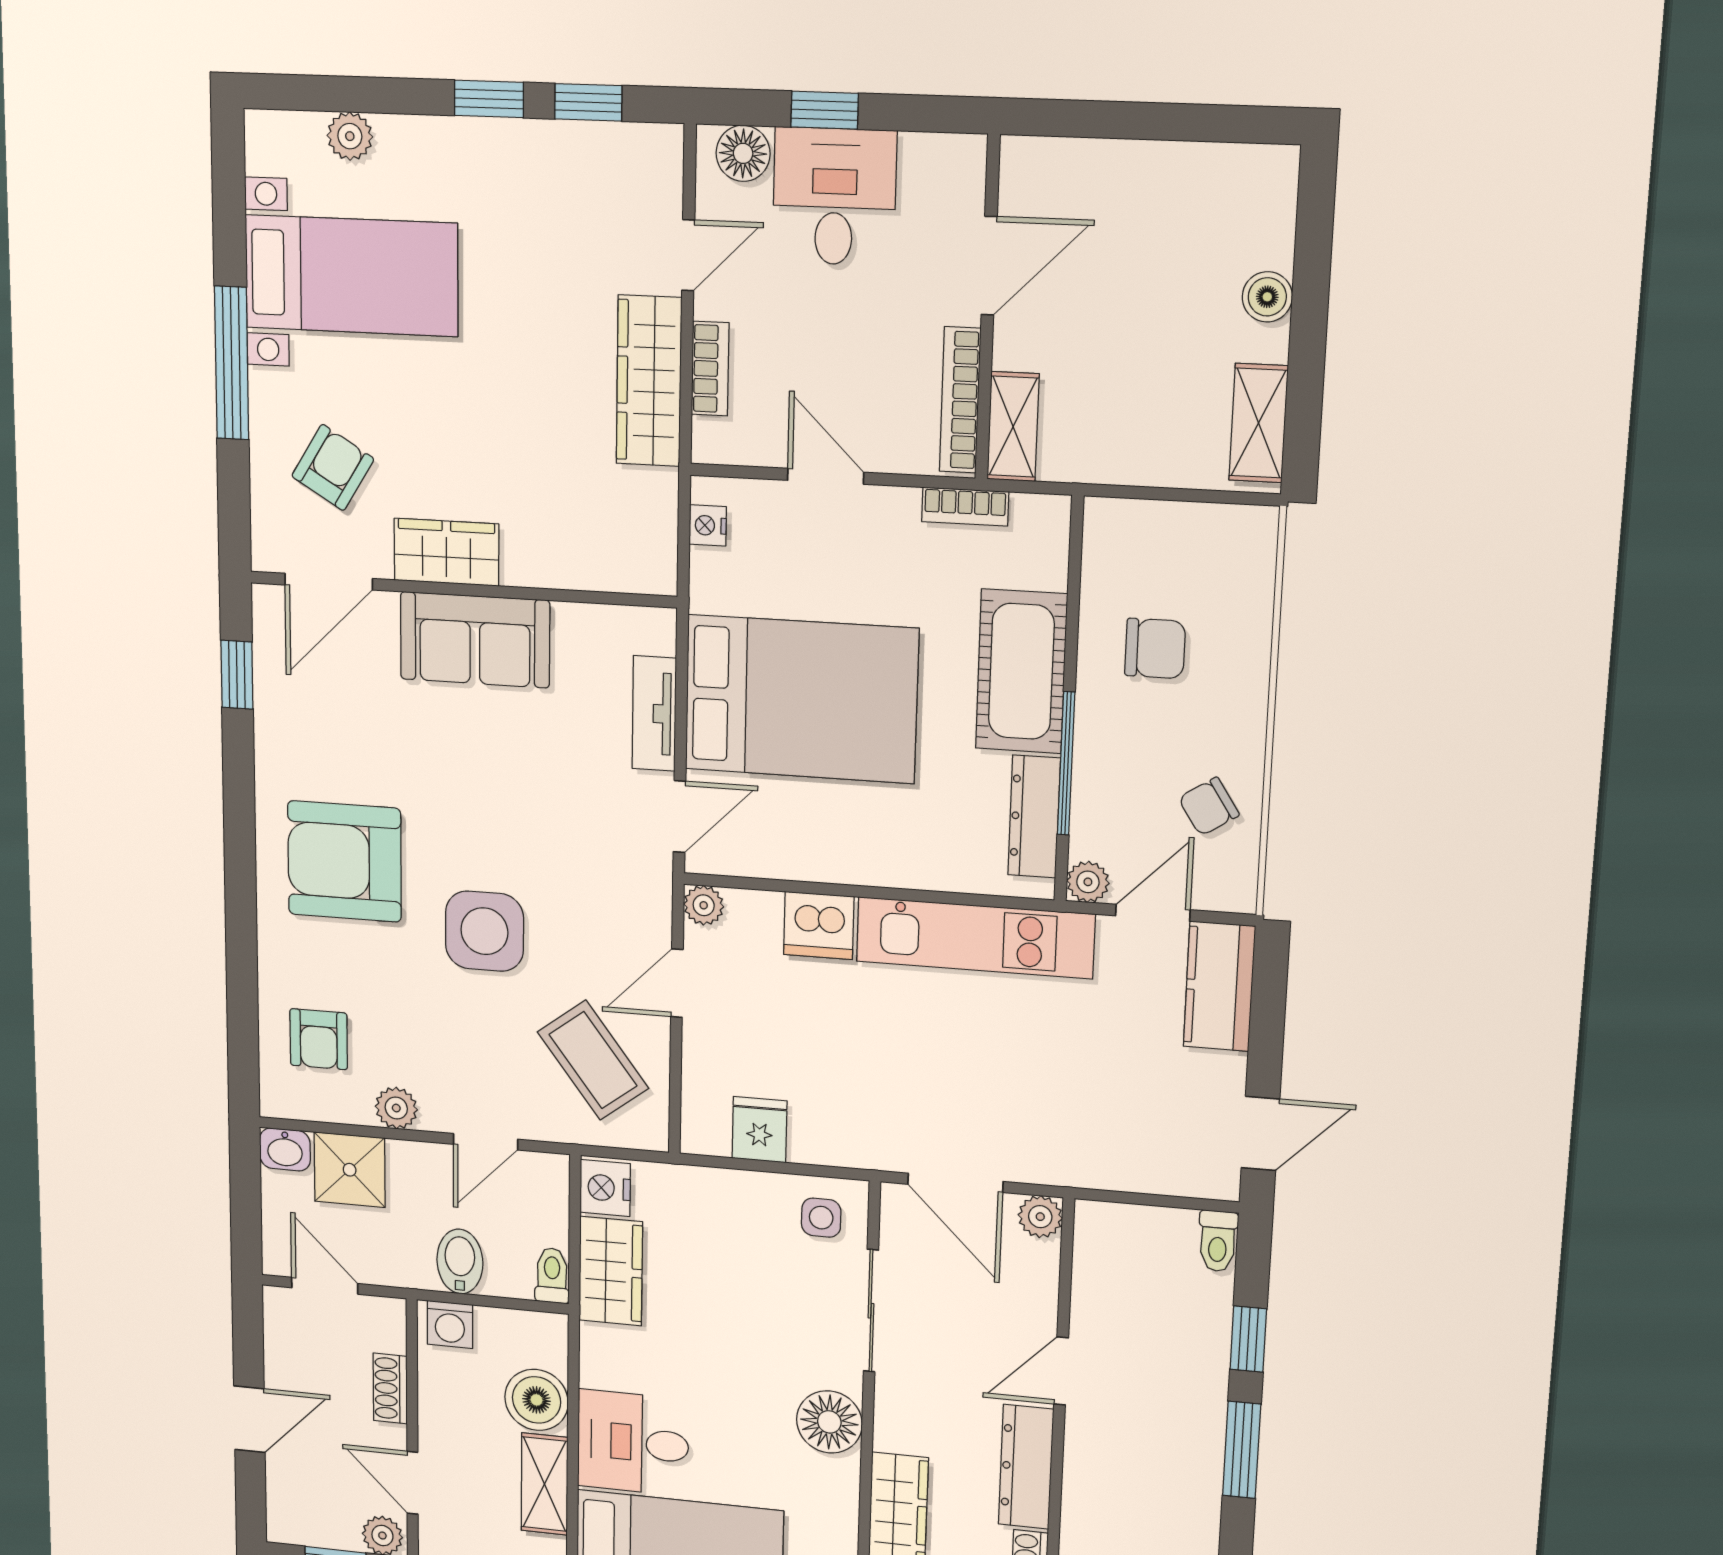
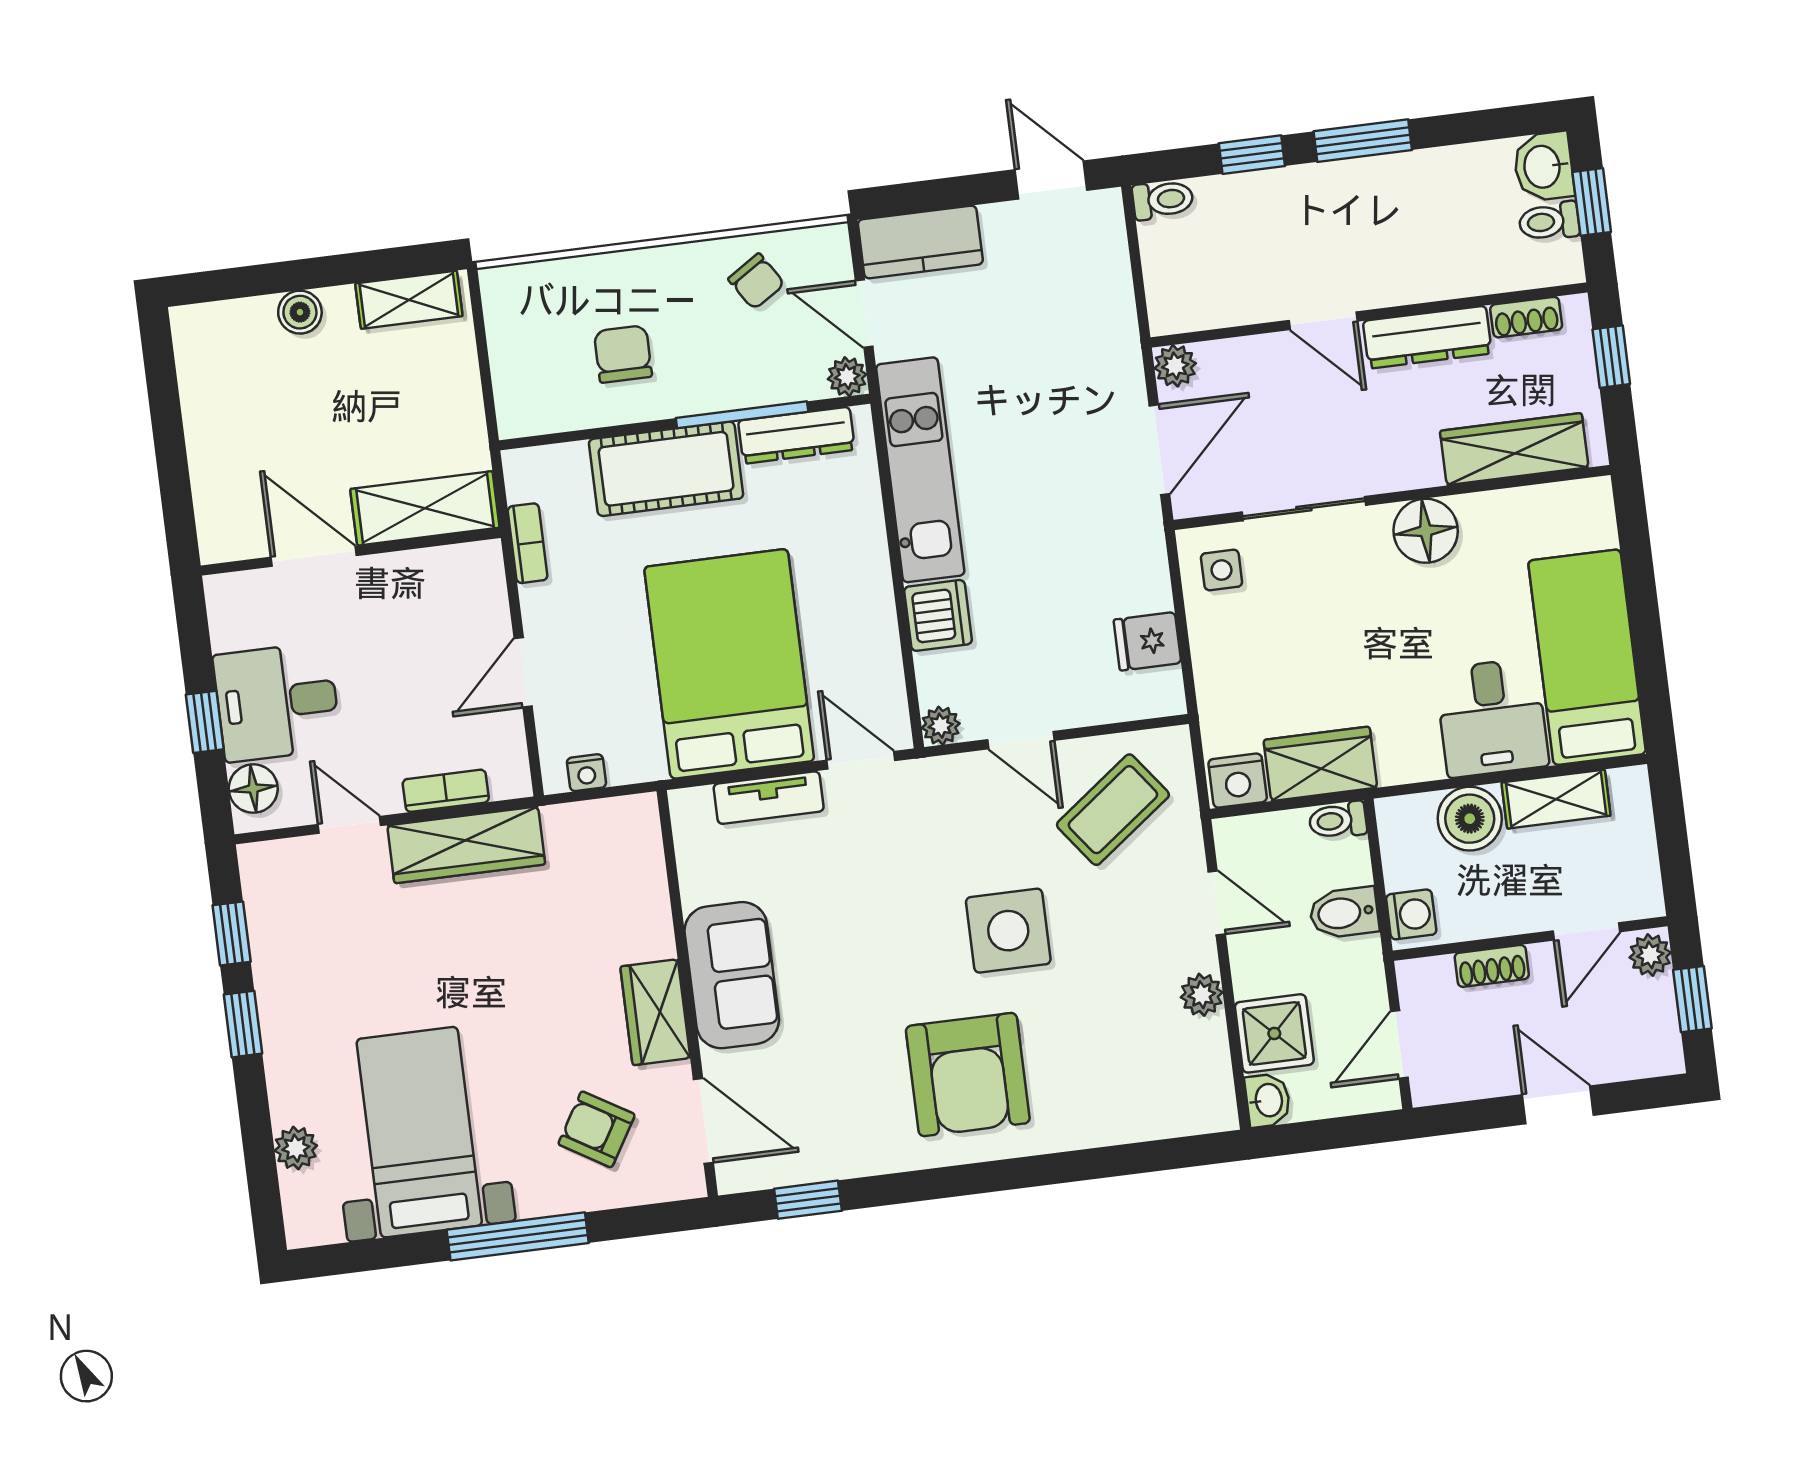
bookcase: (960, 400) -> (434, 563), removed
shelving: (1013, 427) -> (425, 508), width x1.50, depth x1.33
armchair: (319, 1039) -> (1149, 1079), removed

